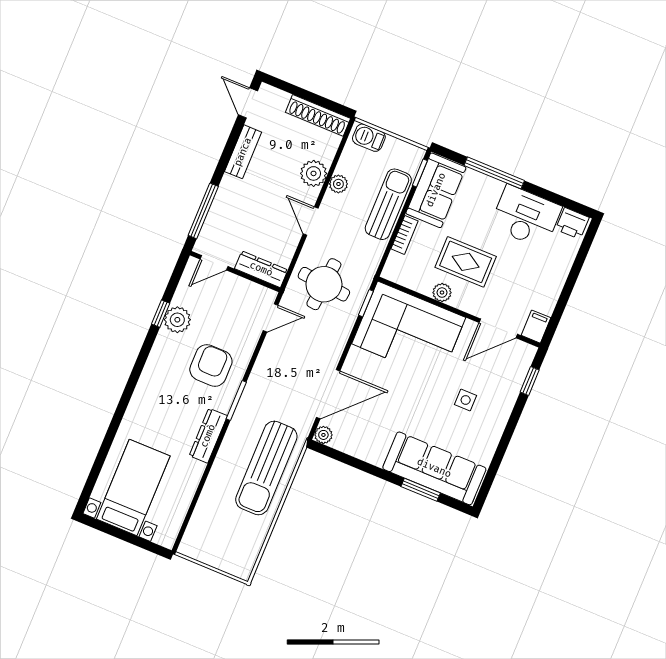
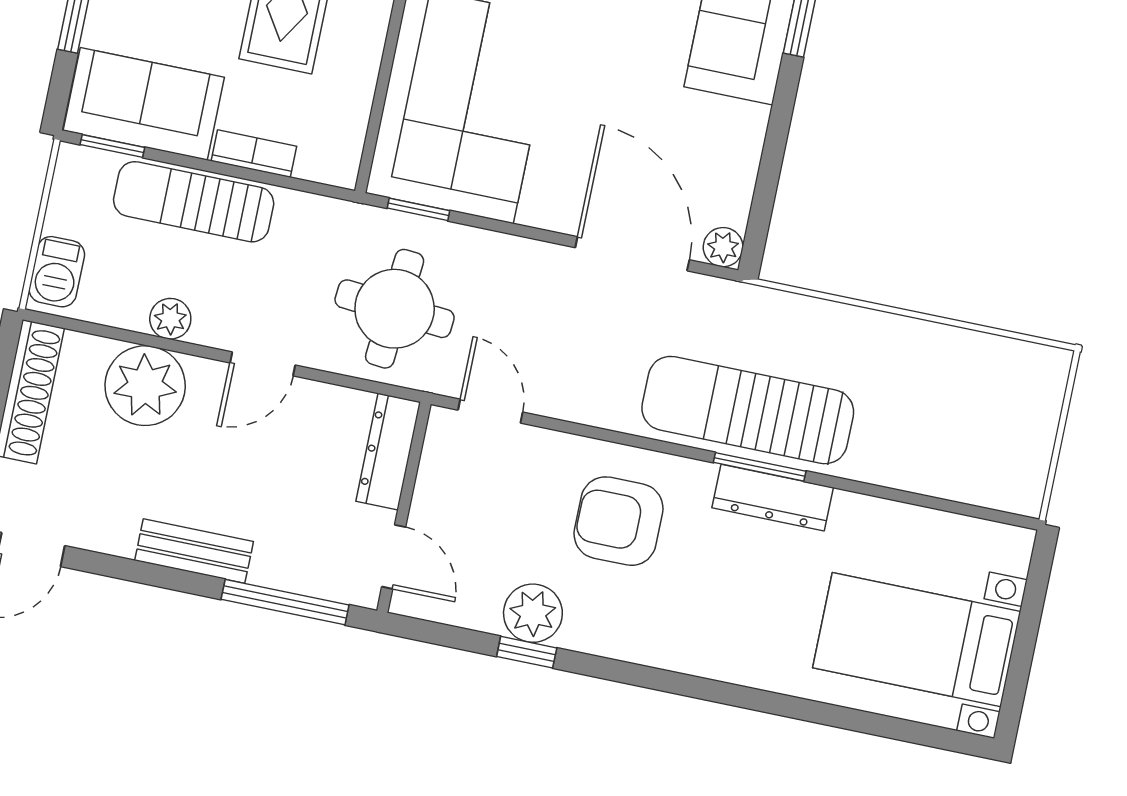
bench: (243, 152) -> (194, 551), moved
plant: (314, 173) -> (145, 386), width x1.36, depth x1.36
plant: (442, 293) -> (364, 48), removed
window: (236, 401) -> (760, 467), moved
sun lounger: (266, 468) -> (748, 410), moved, turned 180

